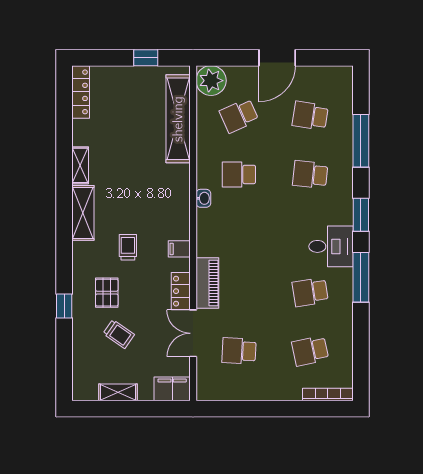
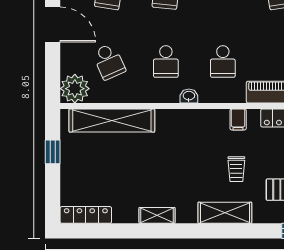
shelving: (83, 213) -> (225, 213), moved
school desk: (239, 233) -> (223, 61), added
trolley: (128, 247) -> (236, 169), turned -90

